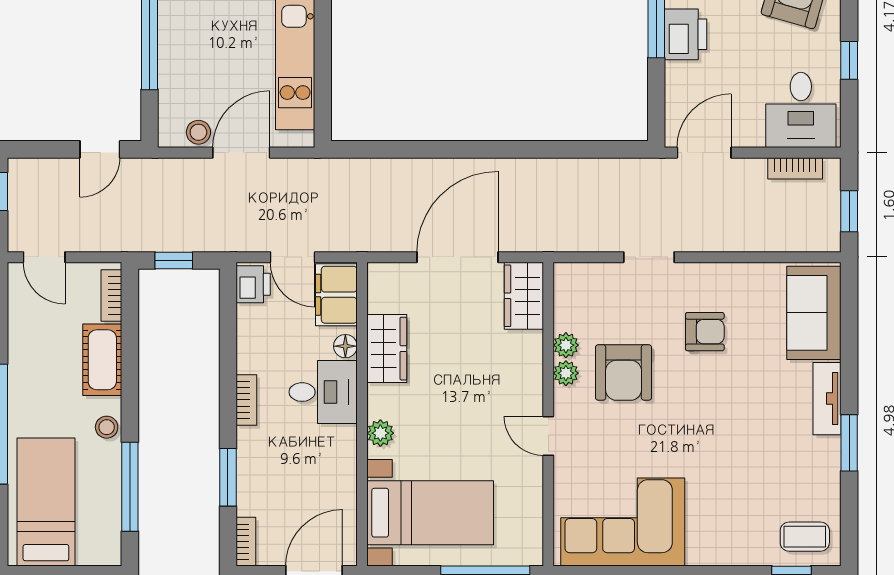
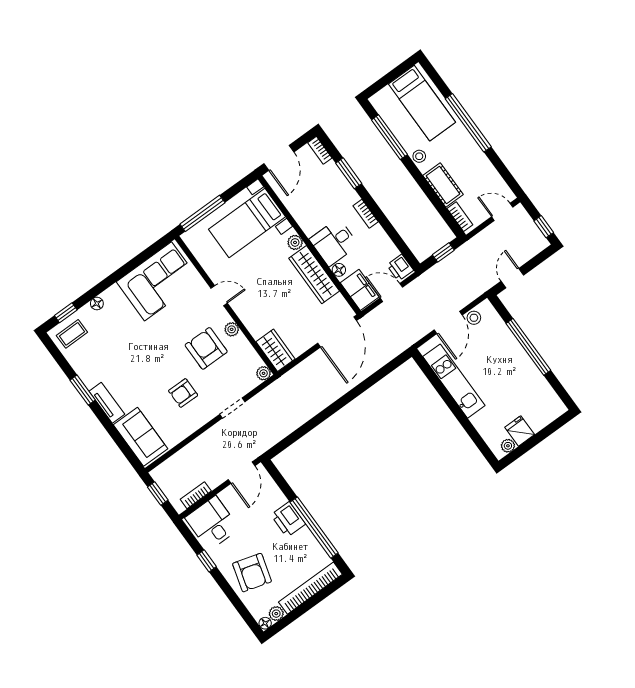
door: (458, 257) -> (337, 332), moved
plant: (566, 345) -> (264, 373), moved
wardrobe: (387, 349) -> (314, 275), width x1.50
floor lamp: (736, 555) -> (97, 304), added

